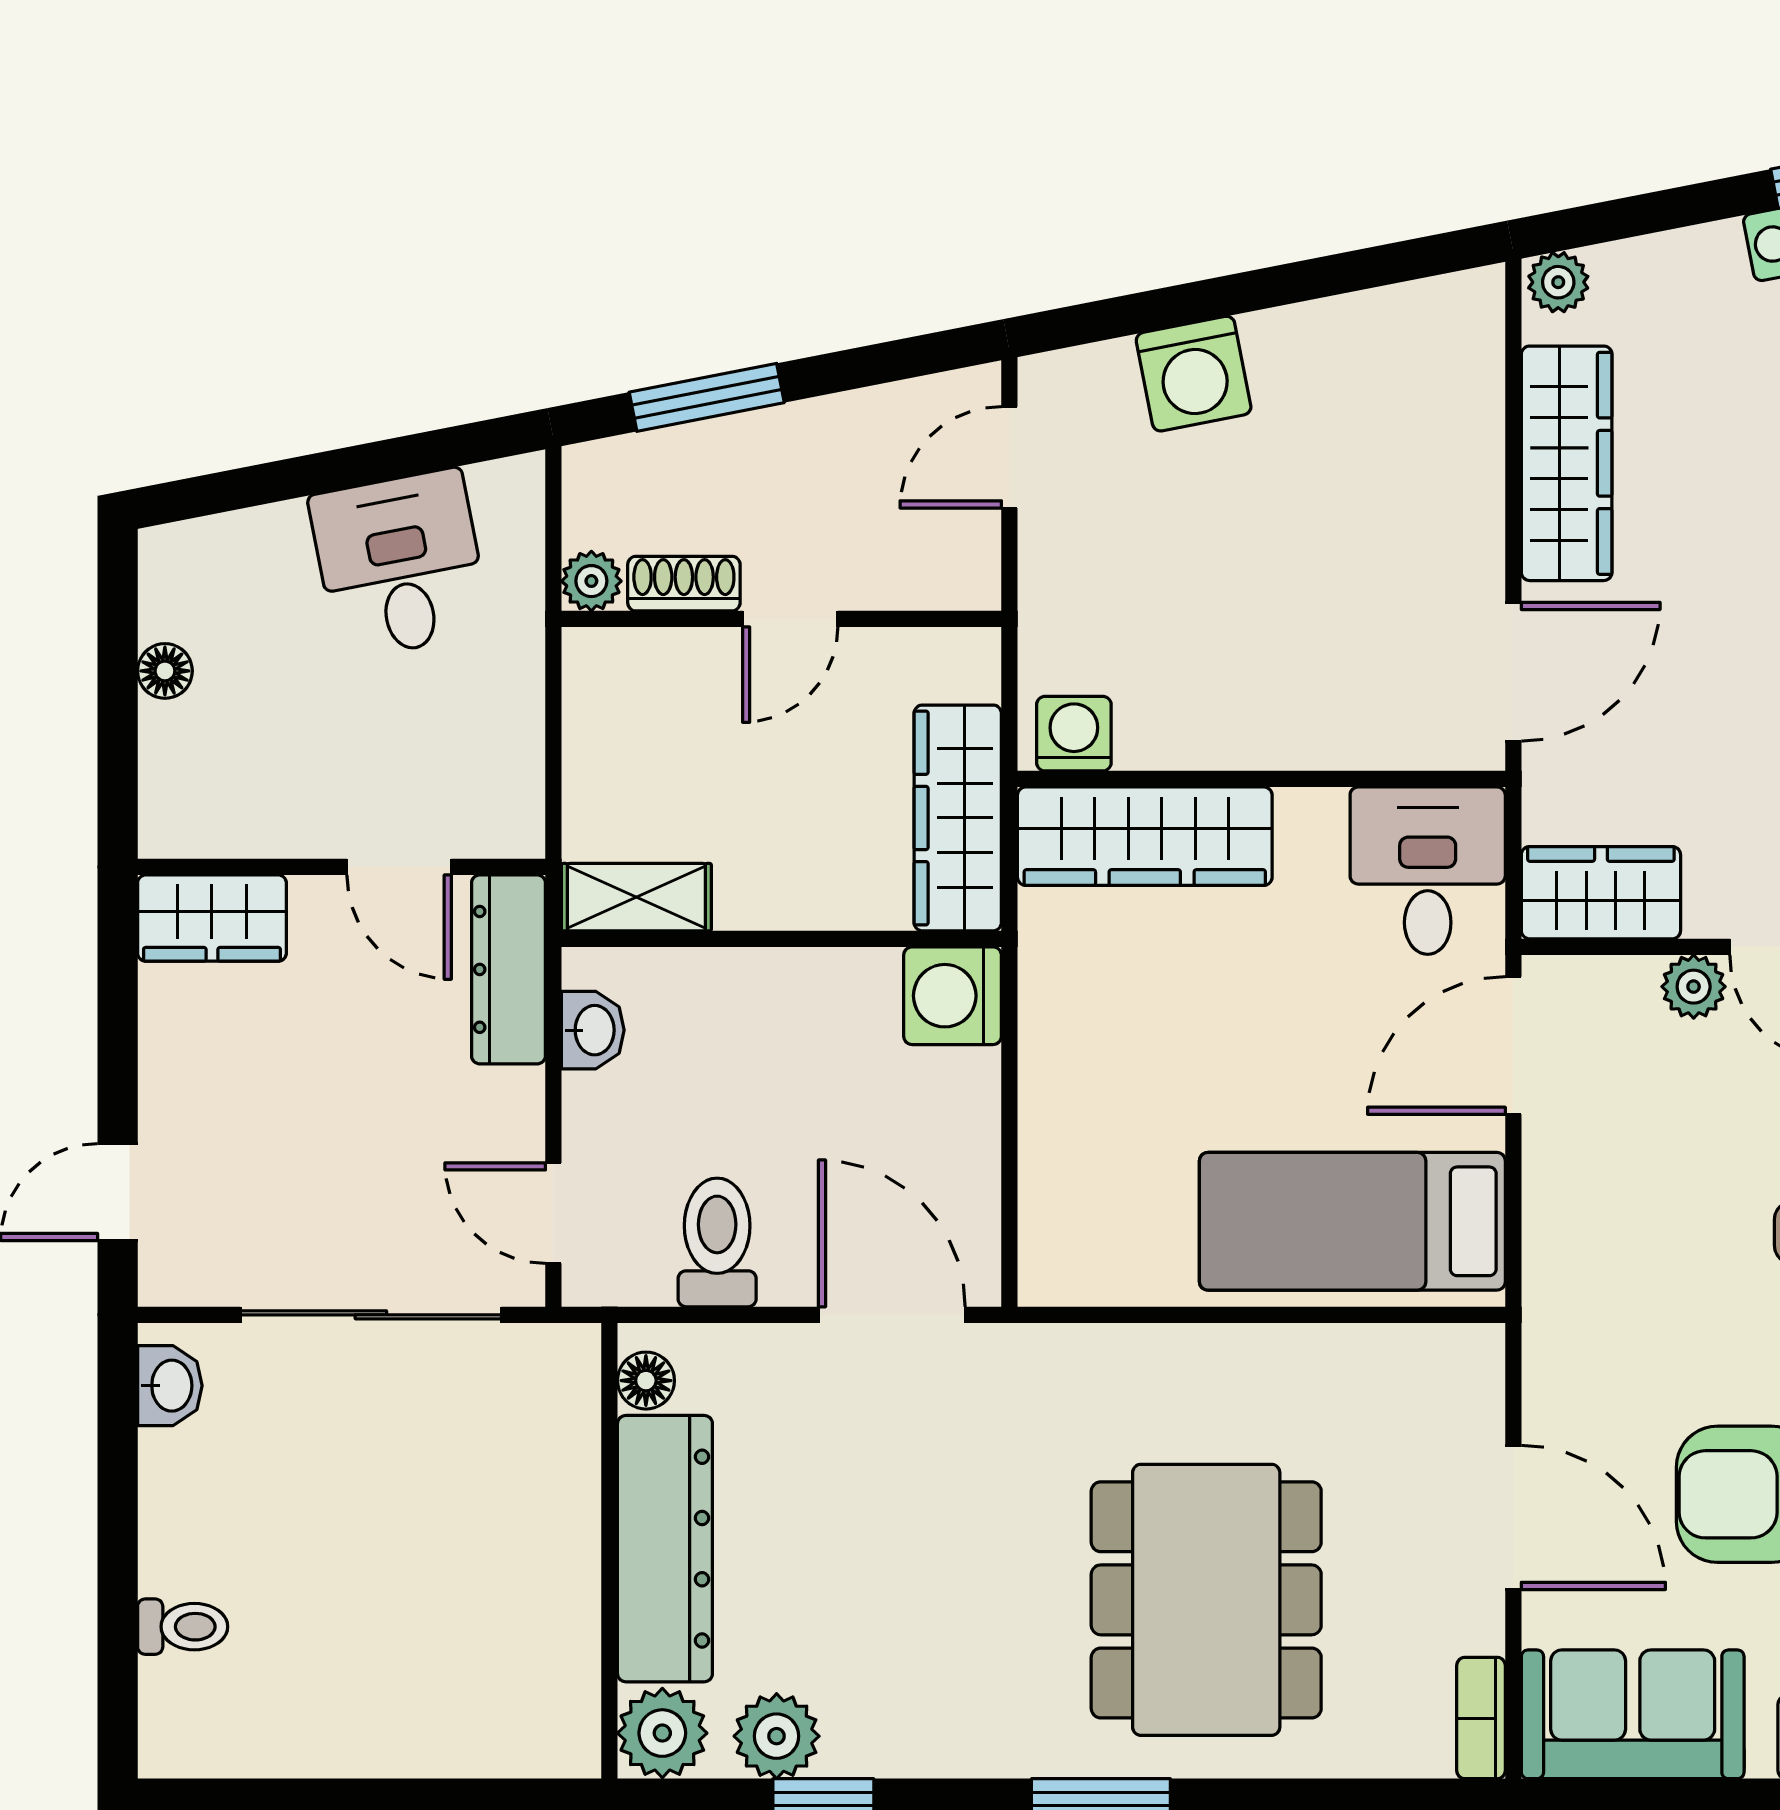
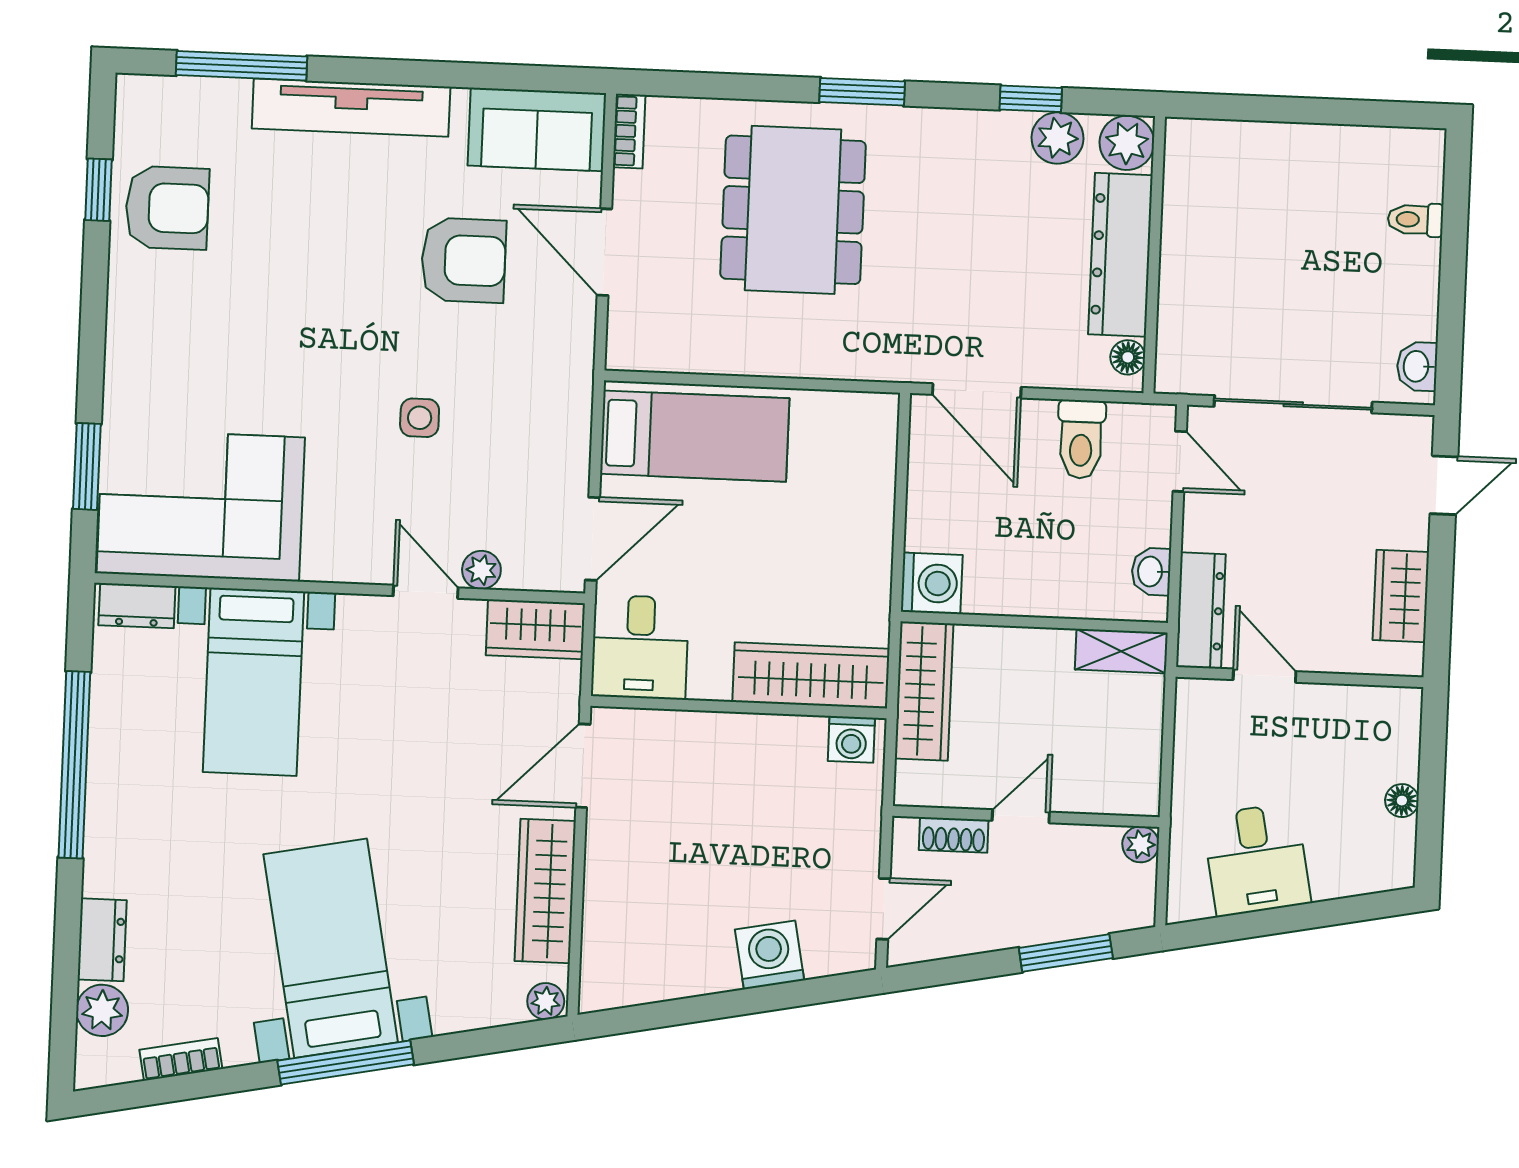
shoe rack: (684, 584) -> (954, 835), moved
wardrobe: (212, 918) -> (1401, 596), moved, turned -90

